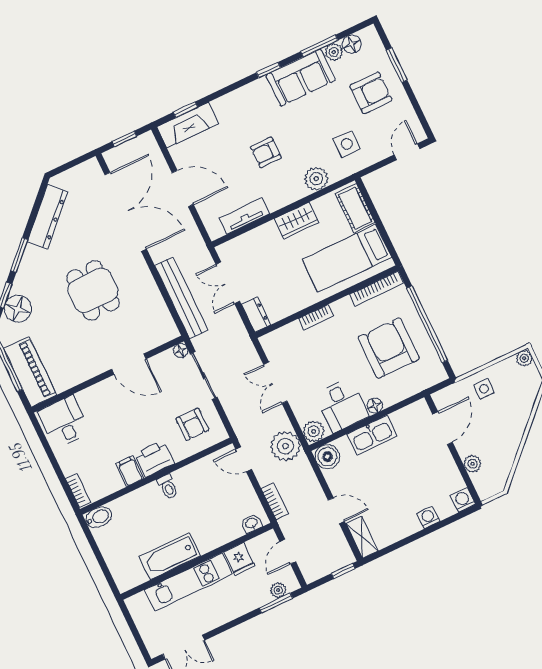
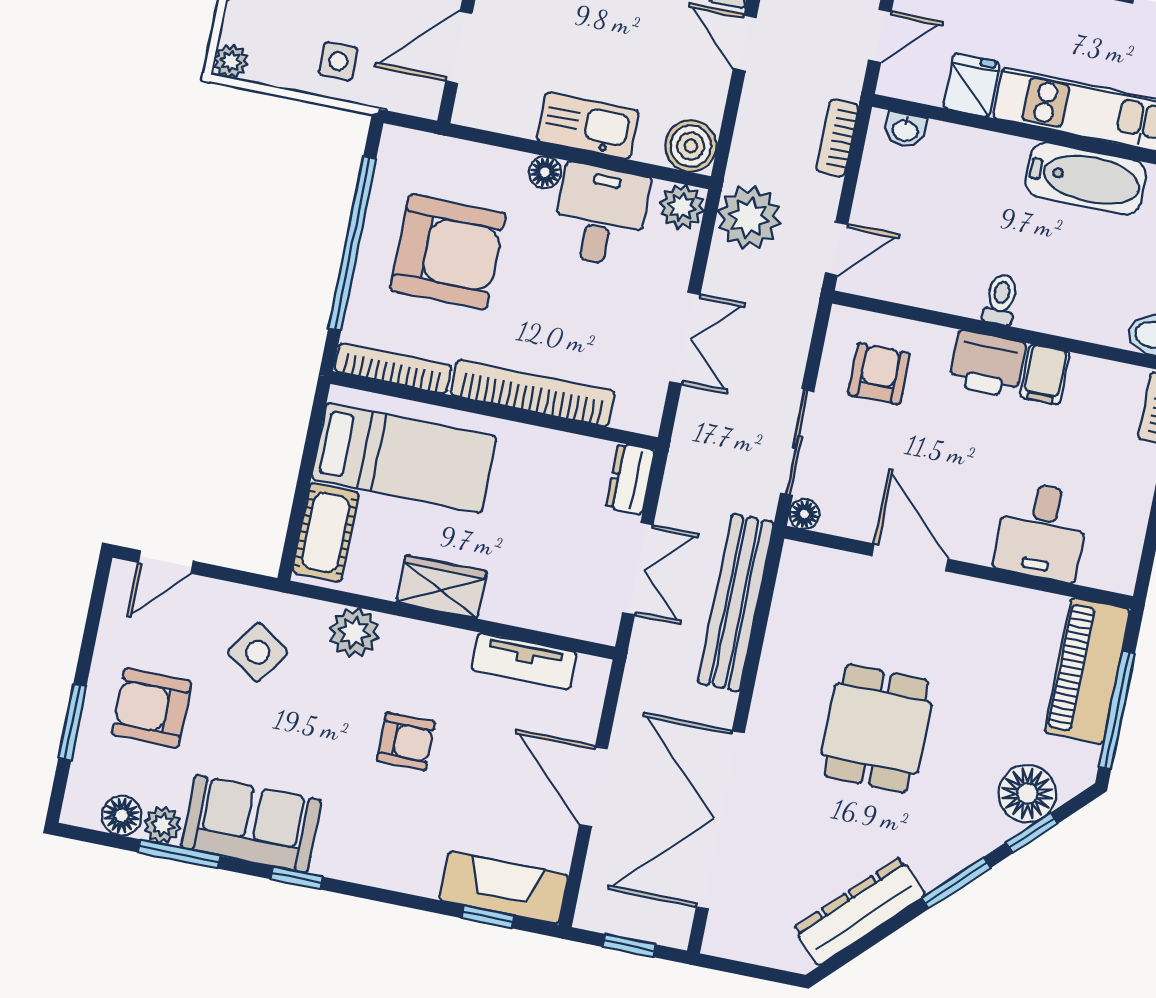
side table: (347, 144) -> (258, 652), turned 35
bookcase: (316, 317) -> (533, 393), width x2.31, depth x1.31
armchair: (389, 348) -> (448, 252), turned -90
desk: (64, 422) -> (1042, 531), moved
door: (244, 459) -> (837, 249), hinge flipped

